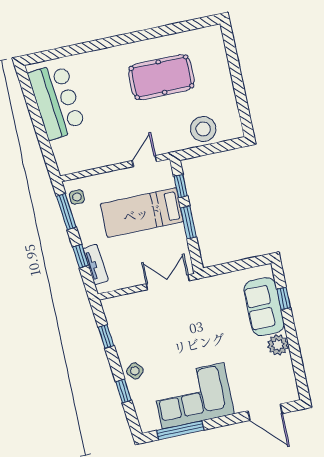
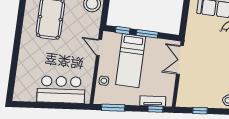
bar counter: (57, 101) -> (61, 90), moved
side table: (77, 197) -> (104, 81), moved
window: (81, 256) -> (155, 109), moved

